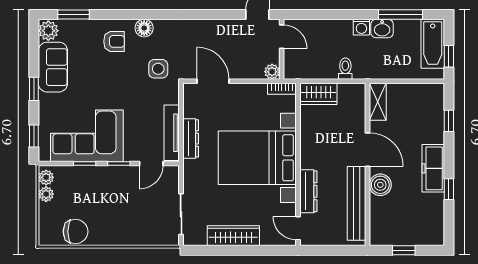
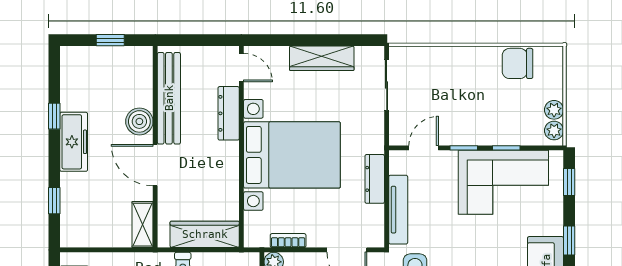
bookcase: (282, 89) -> (288, 241), moved
wardrobe: (318, 94) -> (205, 234), width x1.50
tv unit: (172, 133) -> (398, 210), moved

